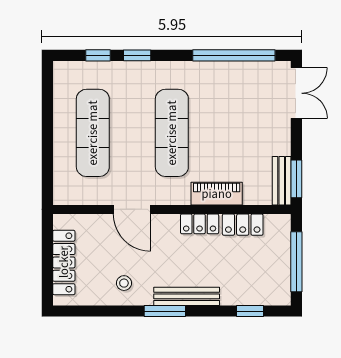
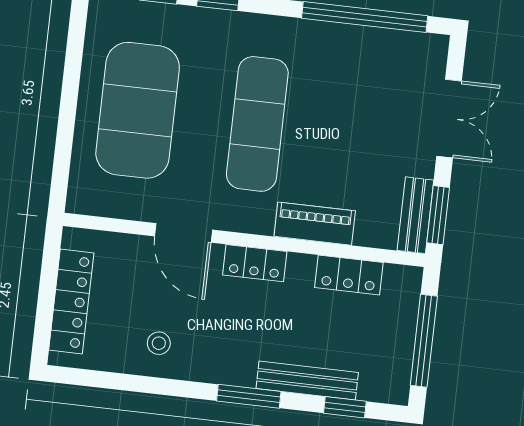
double door: (296, 93) -> (449, 119), moved
exercise mat: (93, 133) -> (138, 110), width x1.47
locker: (200, 224) -> (255, 263), moved
bench: (187, 296) -> (307, 380), moved
window: (165, 311) -> (249, 396), moved

